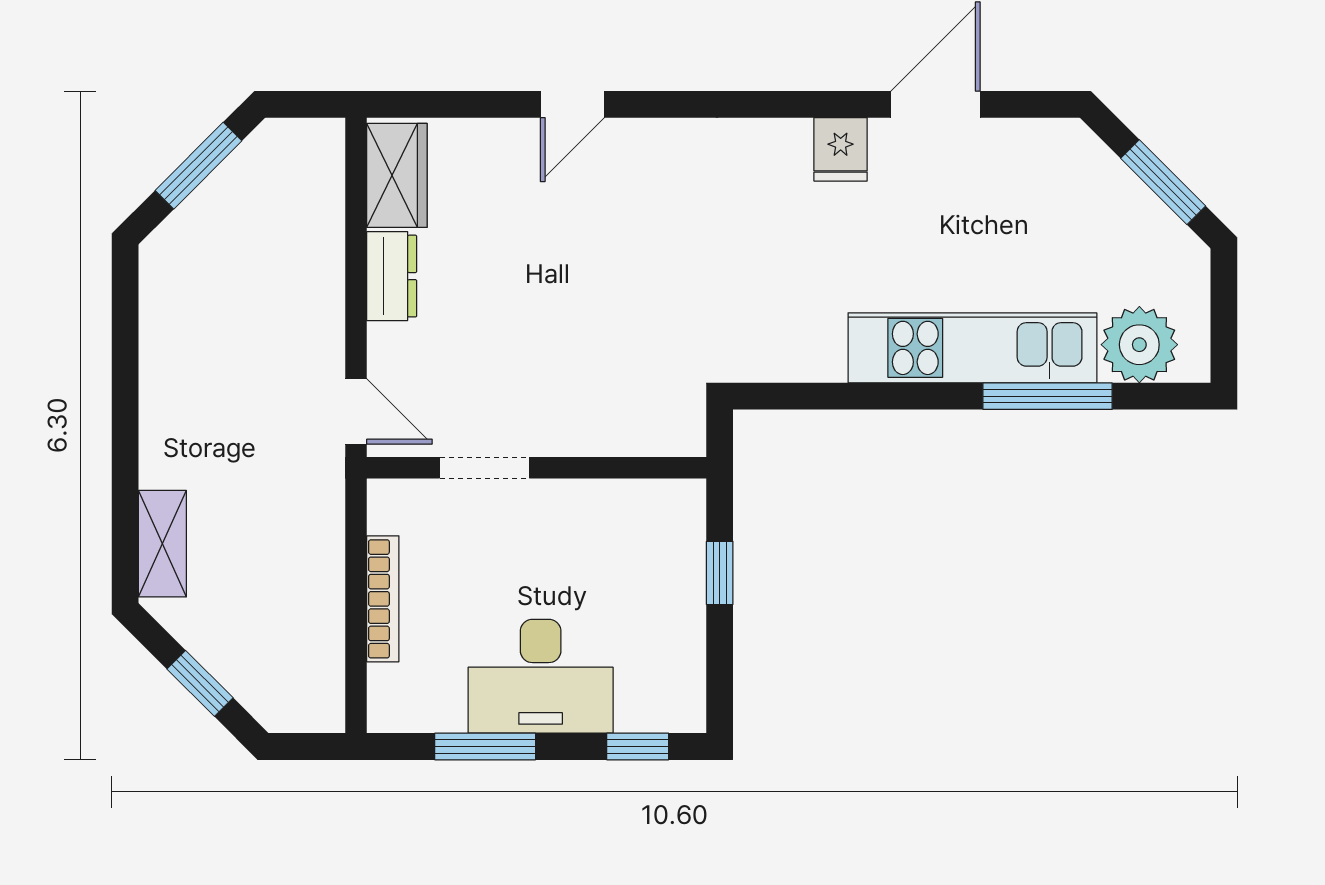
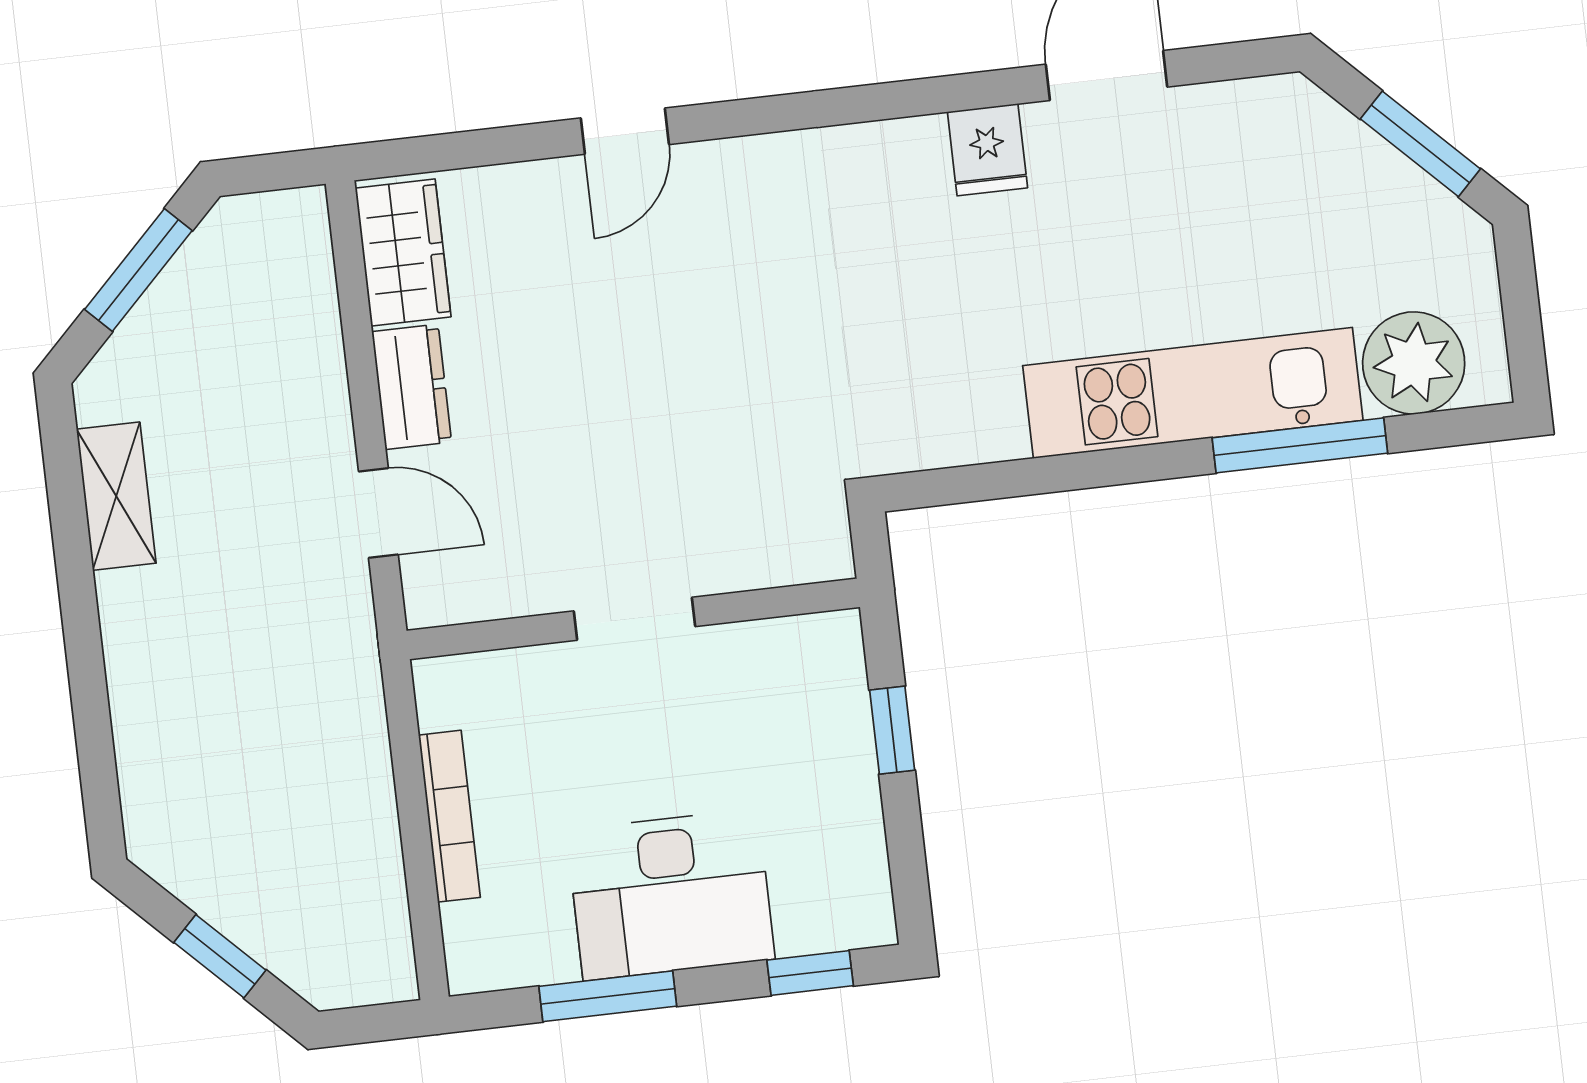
door: (356, 411) -> (378, 513), moved
doorway: (484, 468) -> (634, 619), moved
shelving: (162, 544) -> (116, 496), moved

